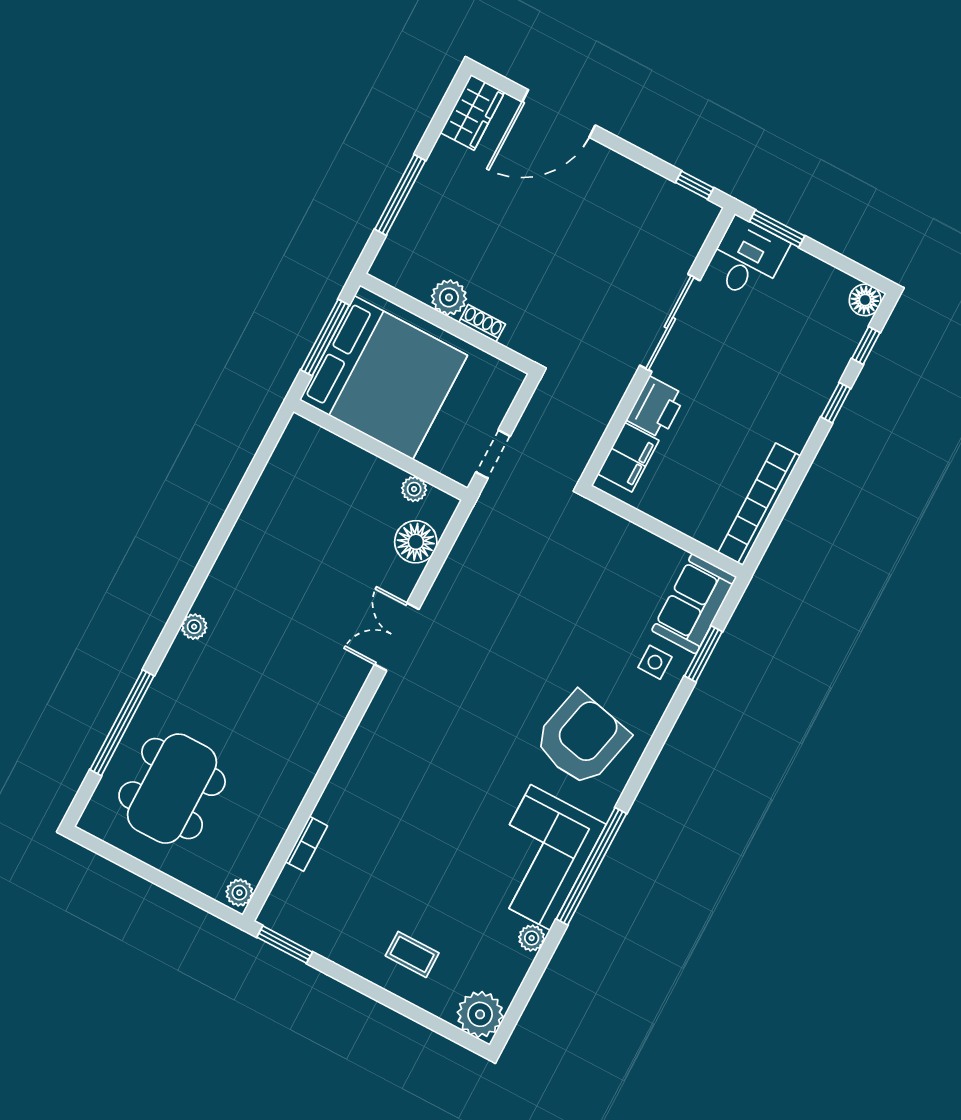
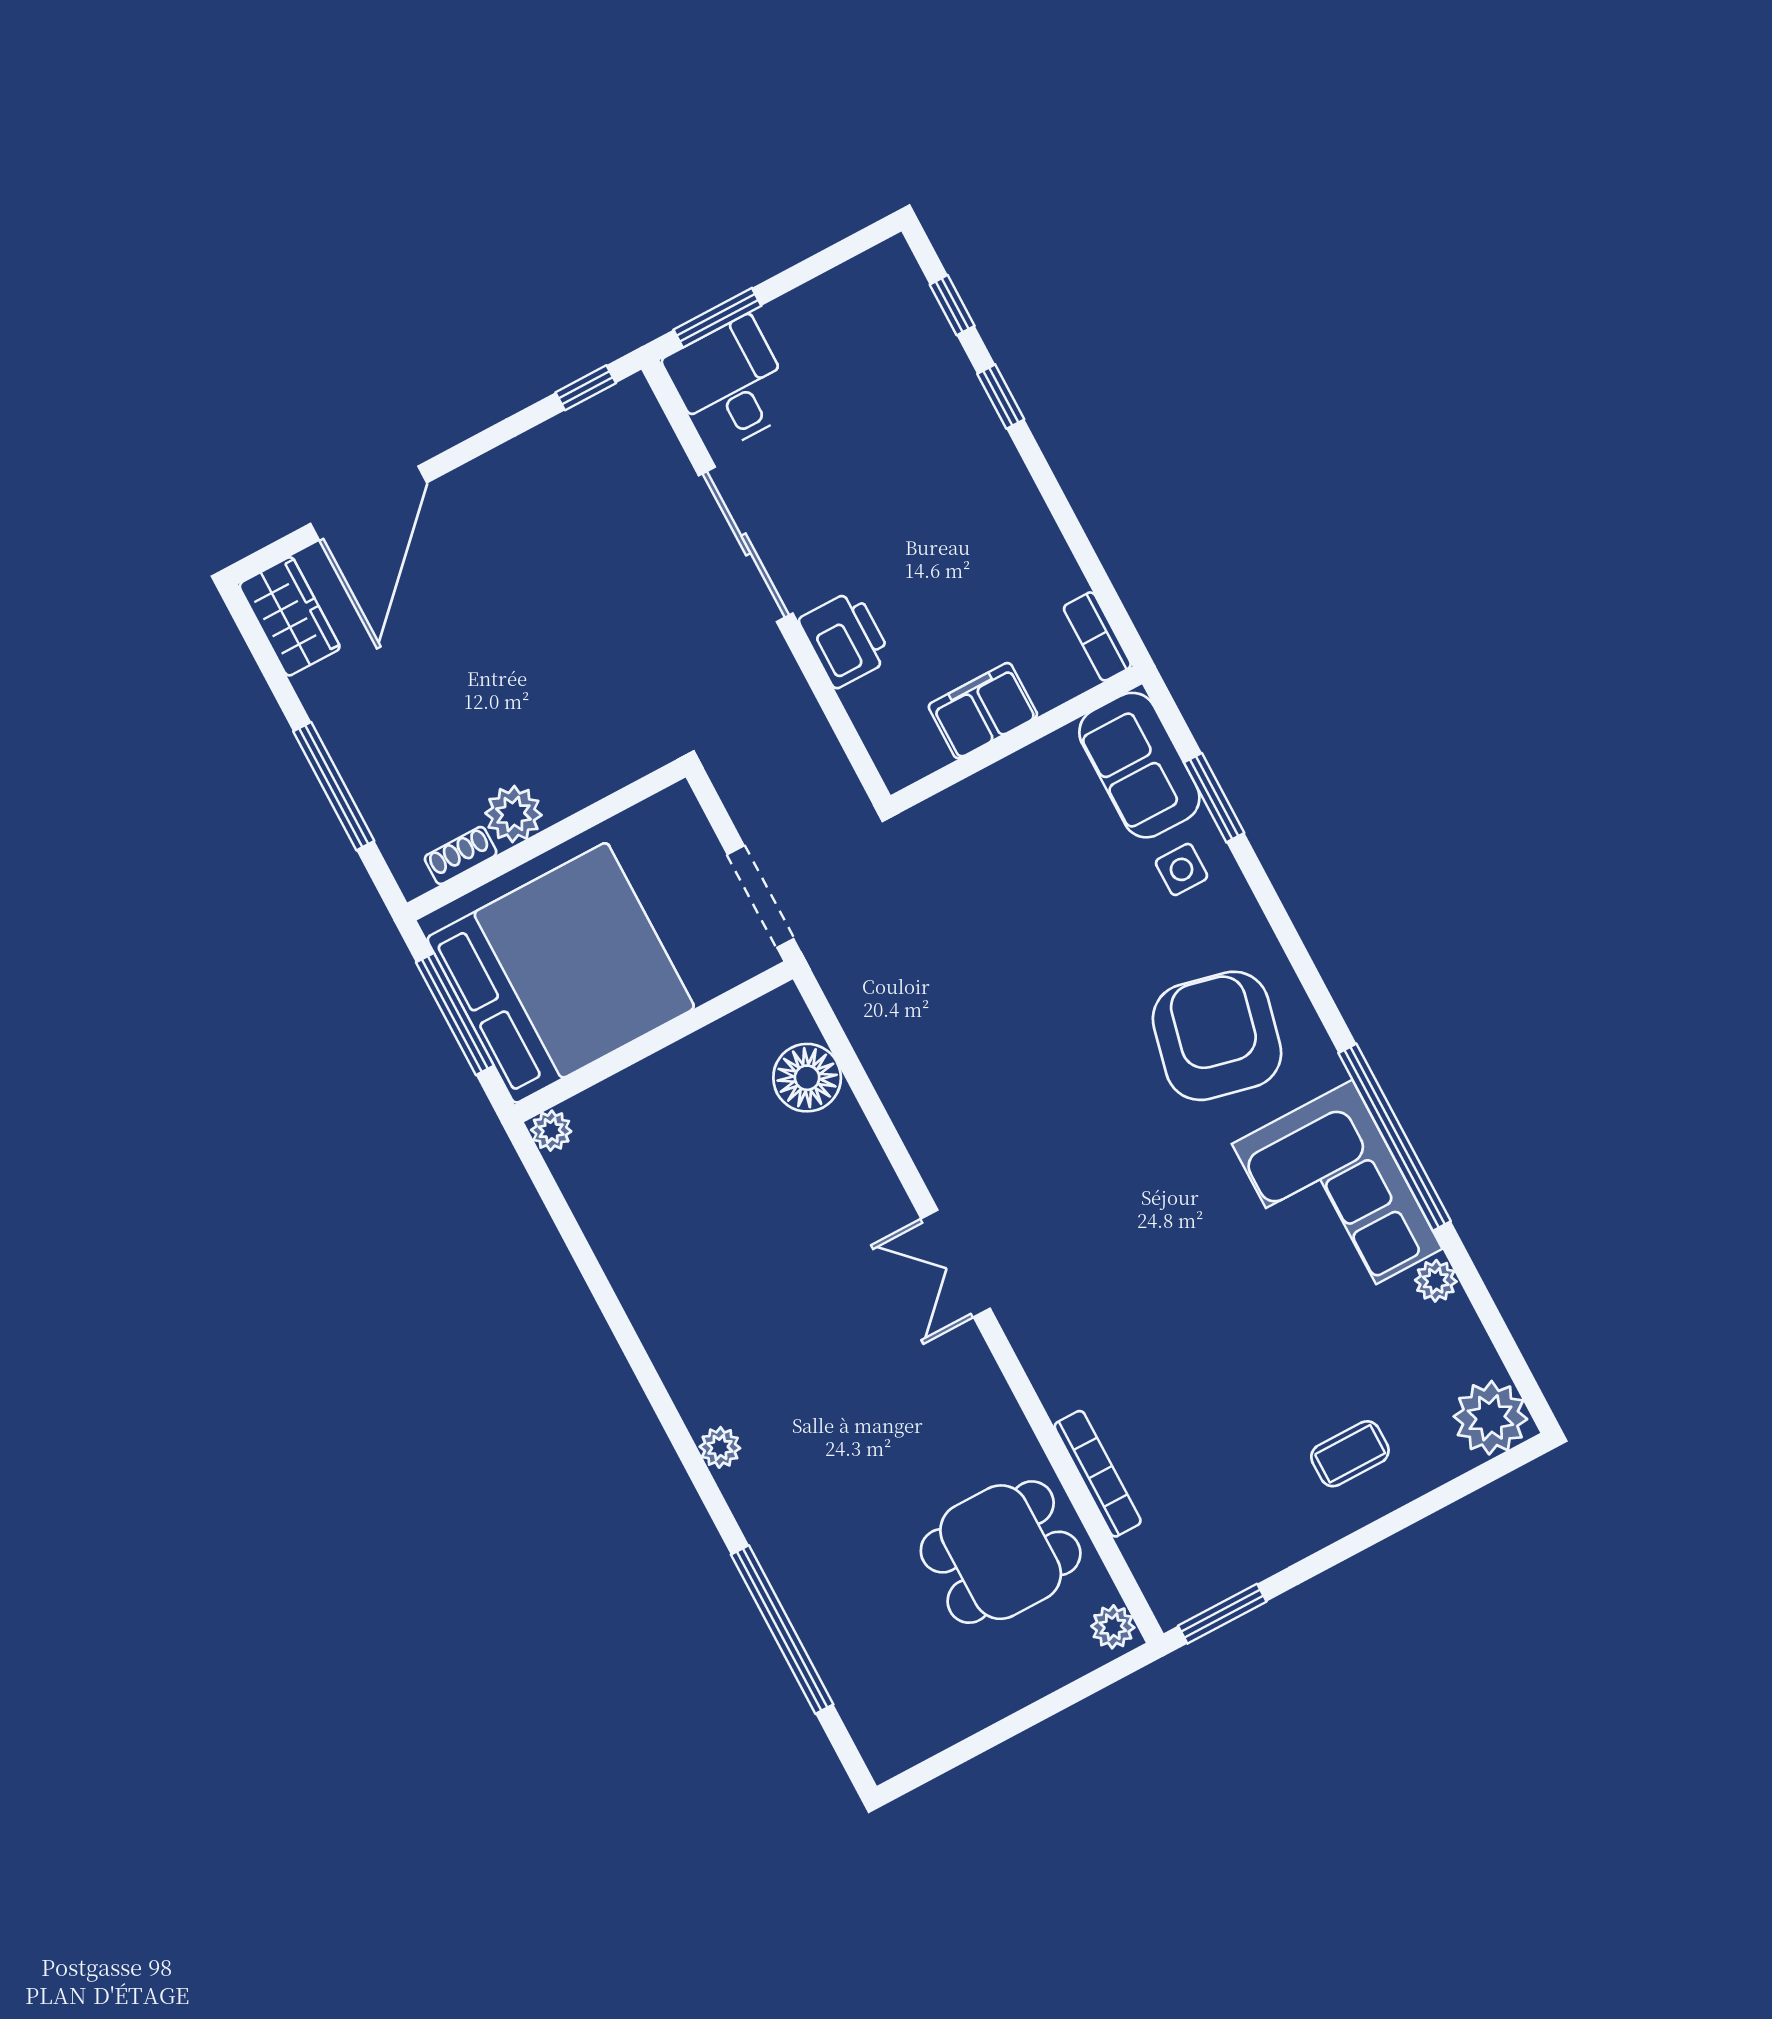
floor lamp: (865, 300) -> (891, 265), removed
shoe rack: (482, 323) -> (461, 855), moved
doorway: (493, 454) -> (761, 897), width x1.38
filing cabinet: (628, 457) -> (983, 711), moved, turned -90
plant: (414, 489) -> (551, 1131), moved
bookcase: (759, 504) -> (1097, 636), width x0.43, depth x0.76
double door: (397, 637) -> (956, 1263), moved
dining table: (172, 789) -> (1001, 1552), moved, width x0.73
bookcase: (306, 844) -> (1098, 1474), width x1.56

